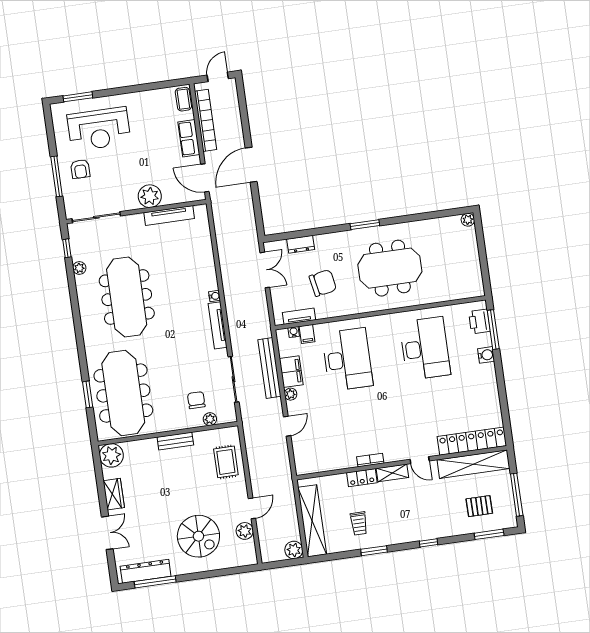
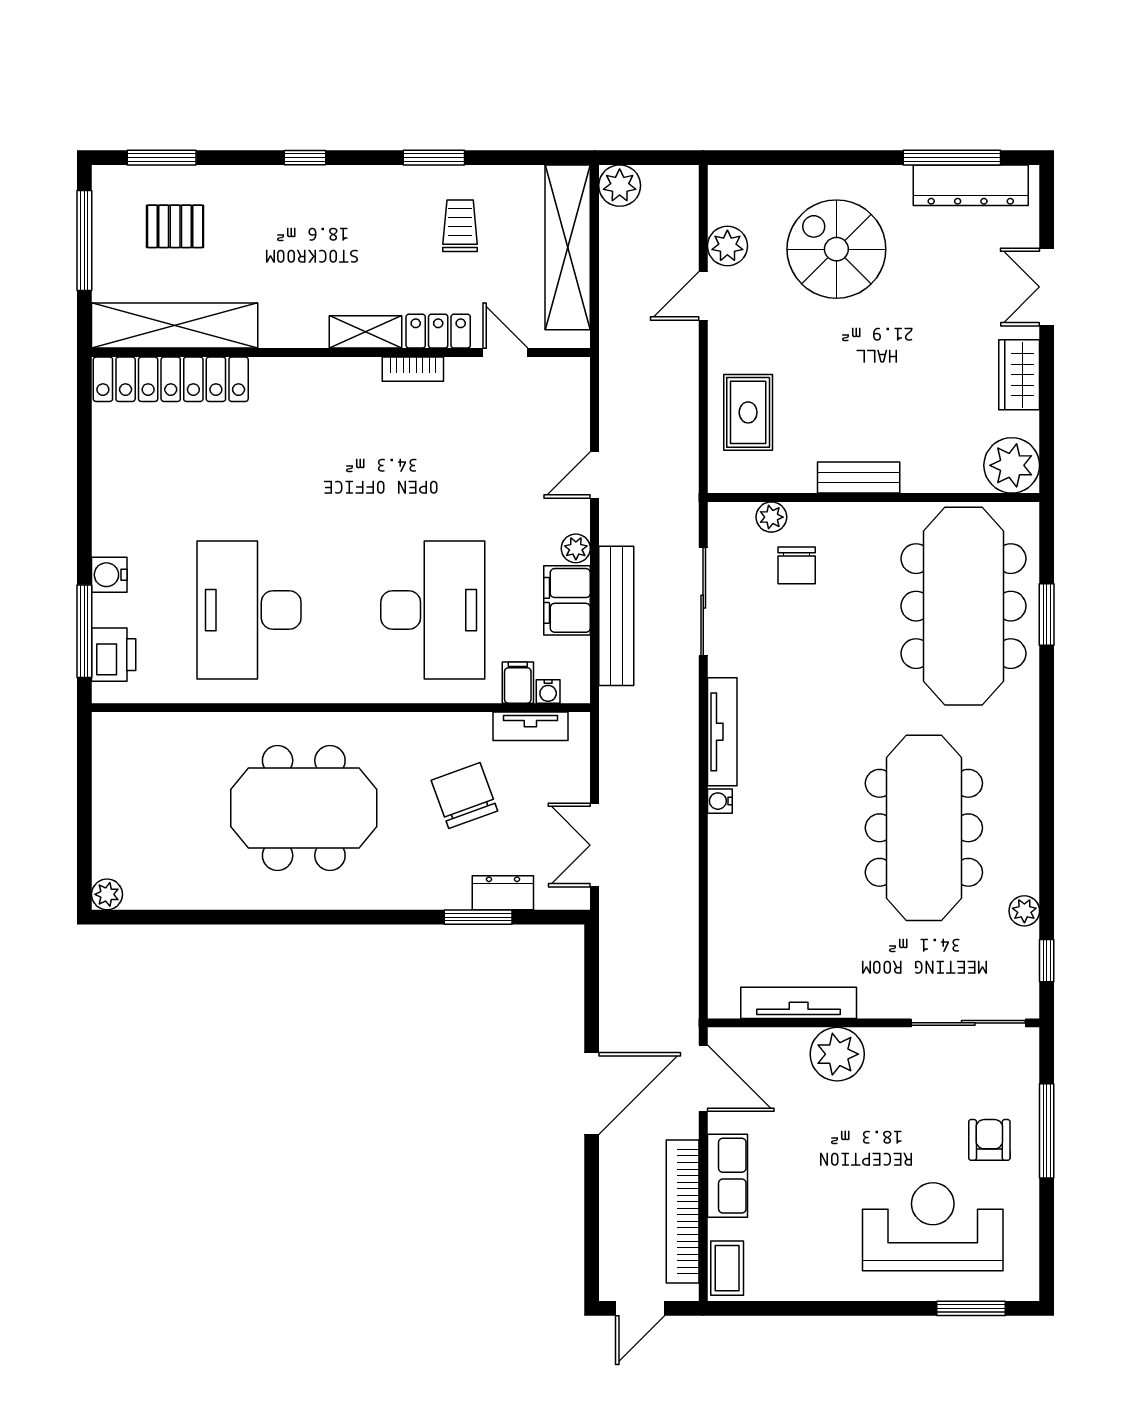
window: (365, 225) -> (478, 917), moved
chair: (323, 283) -> (464, 796), turned 80
desk: (347, 359) -> (433, 610), turned 180
door: (420, 460) -> (505, 353), moved

